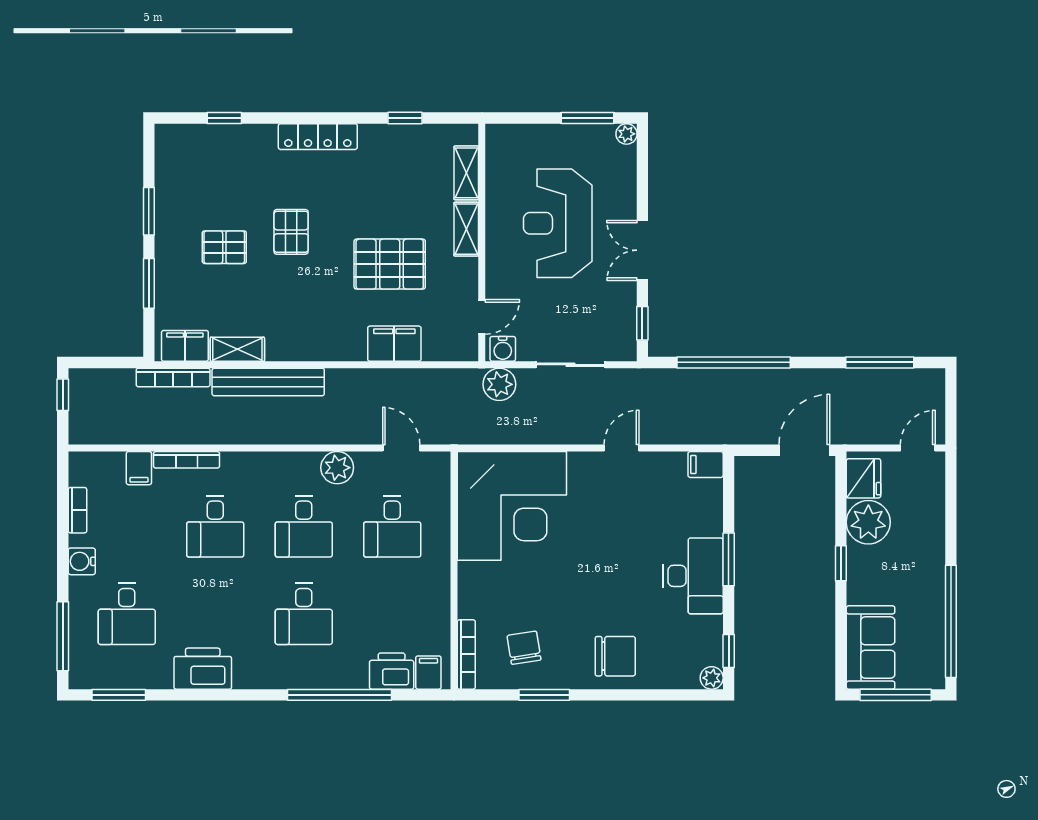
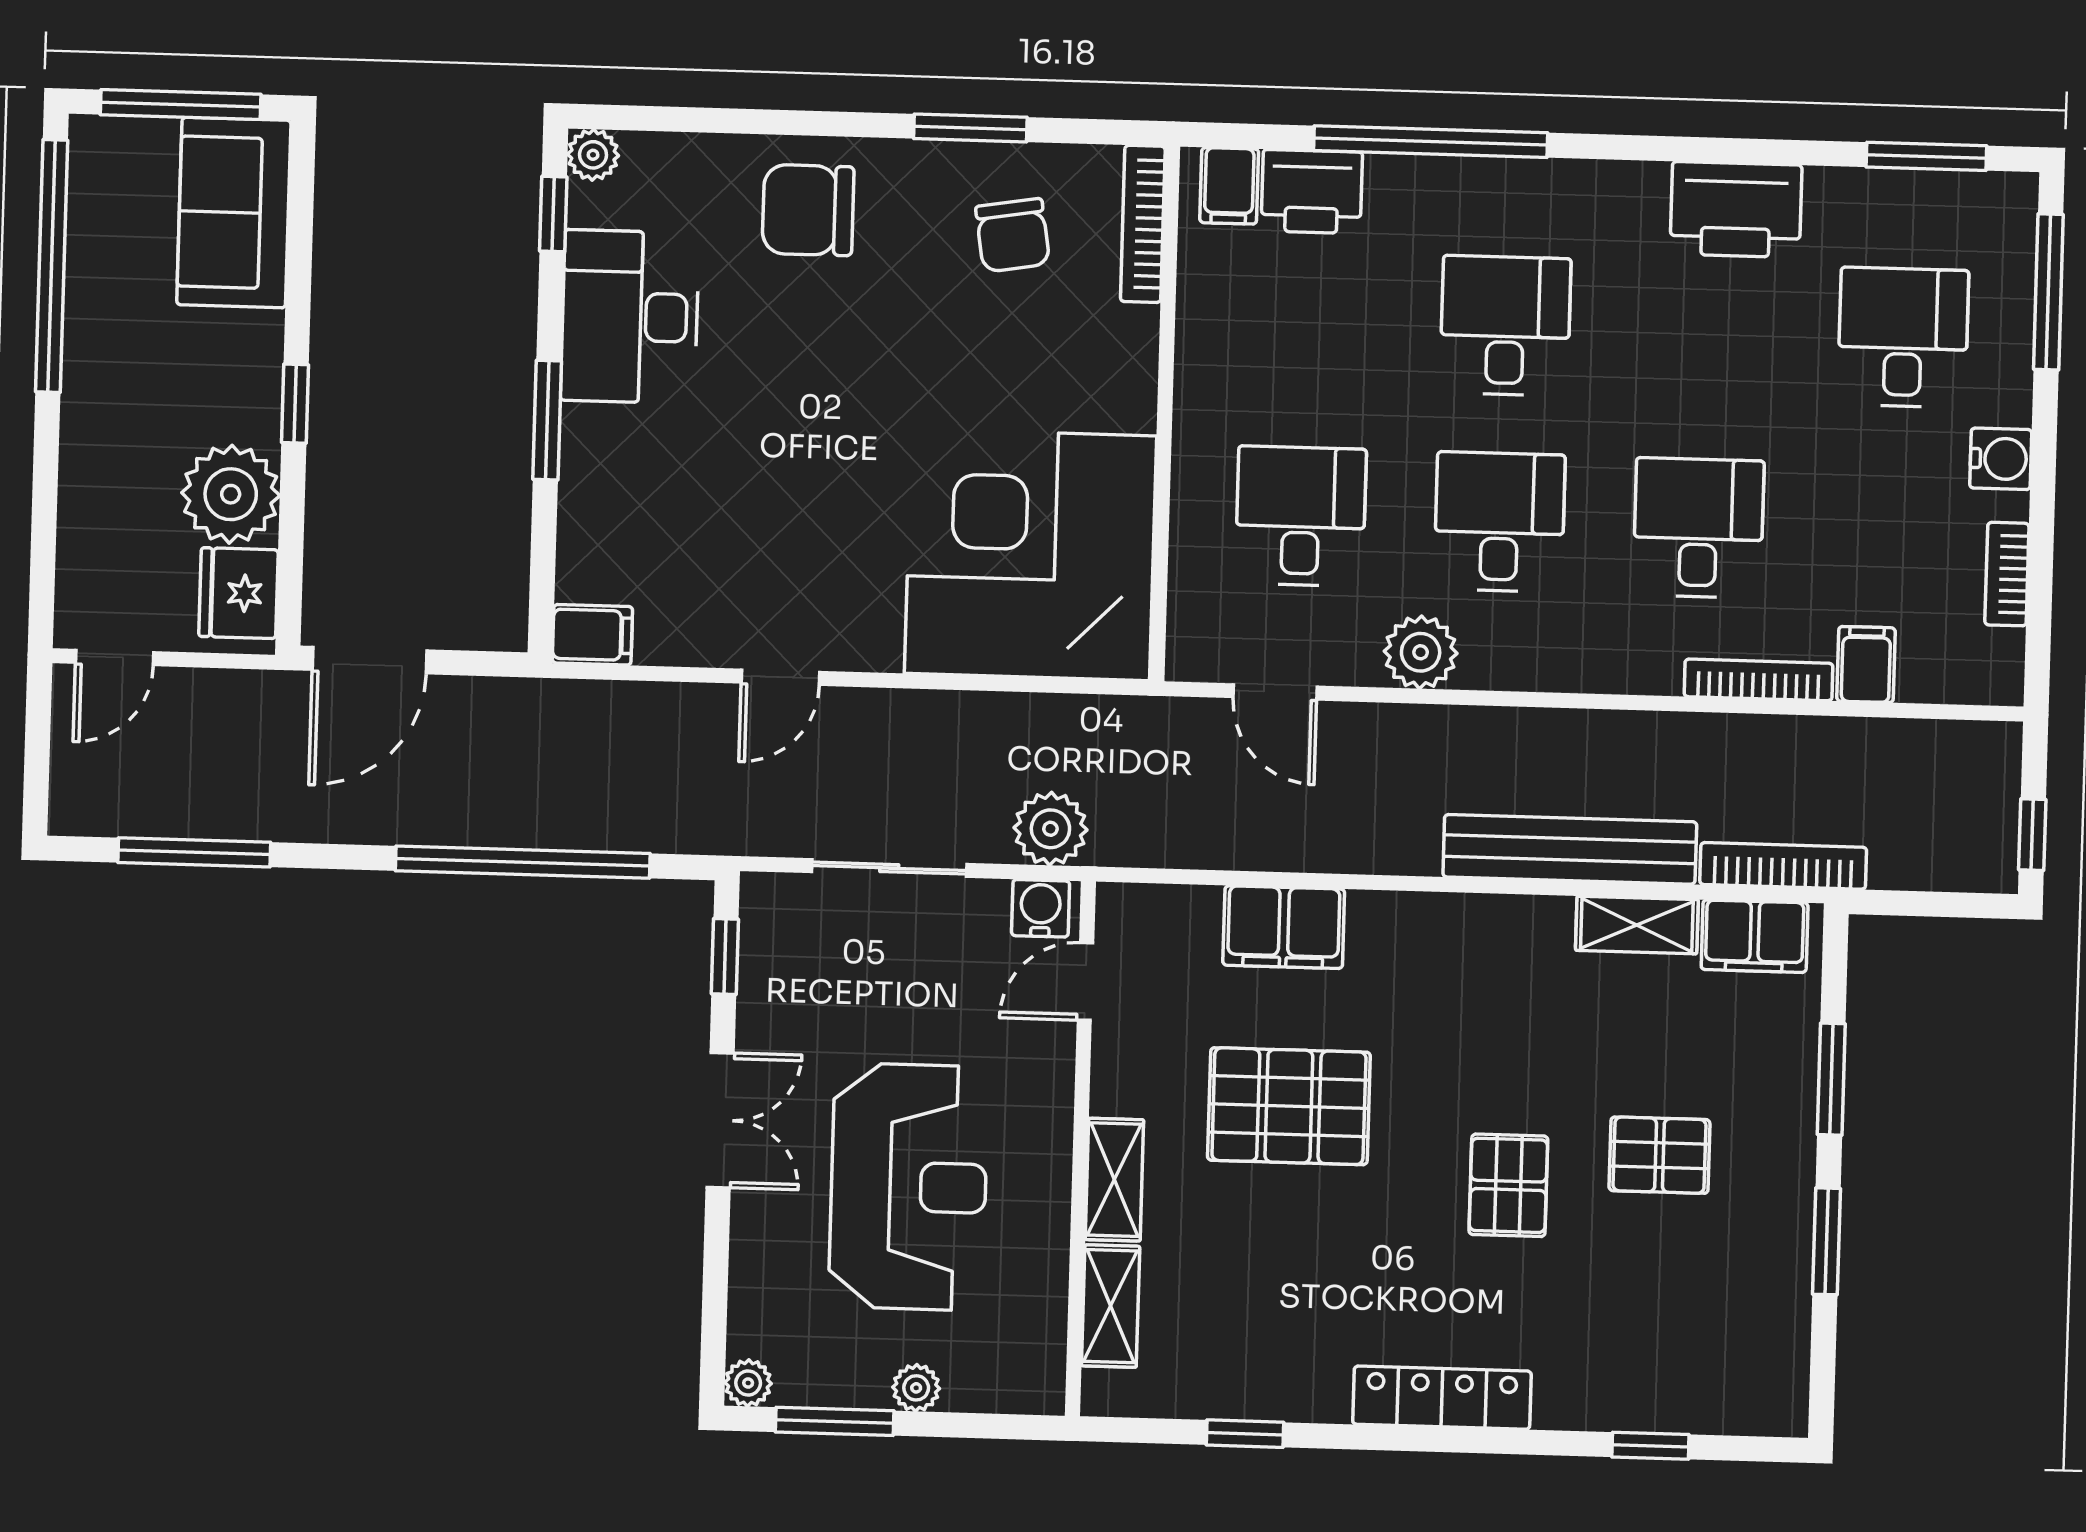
plant: (552, 134) -> (916, 1388), added
desk: (693, 576) -> (630, 317), moved

